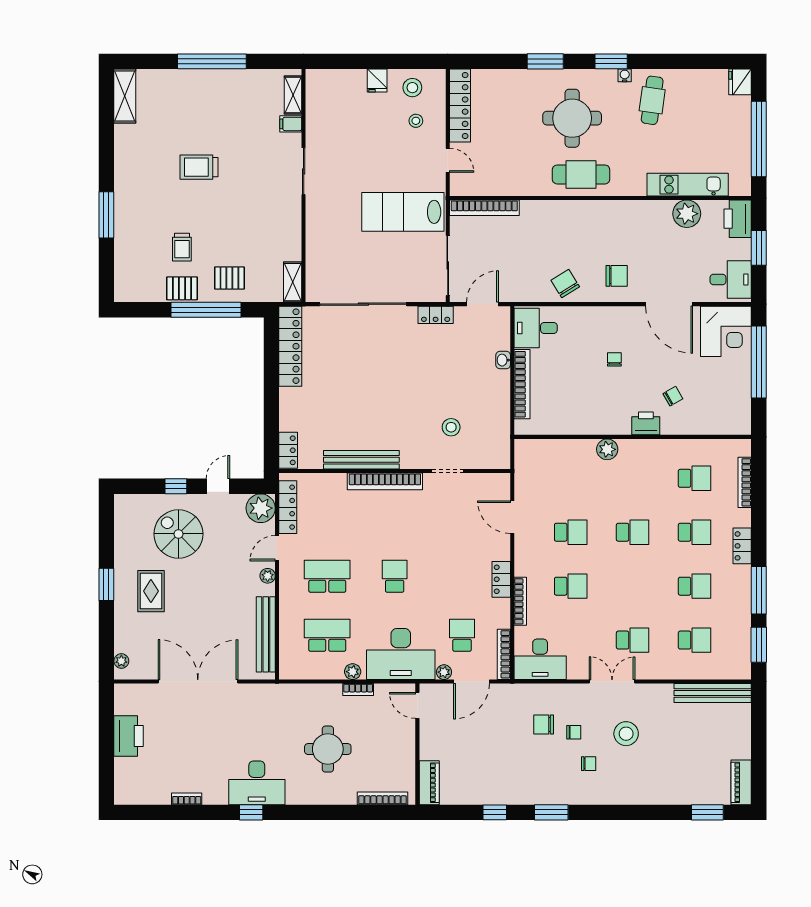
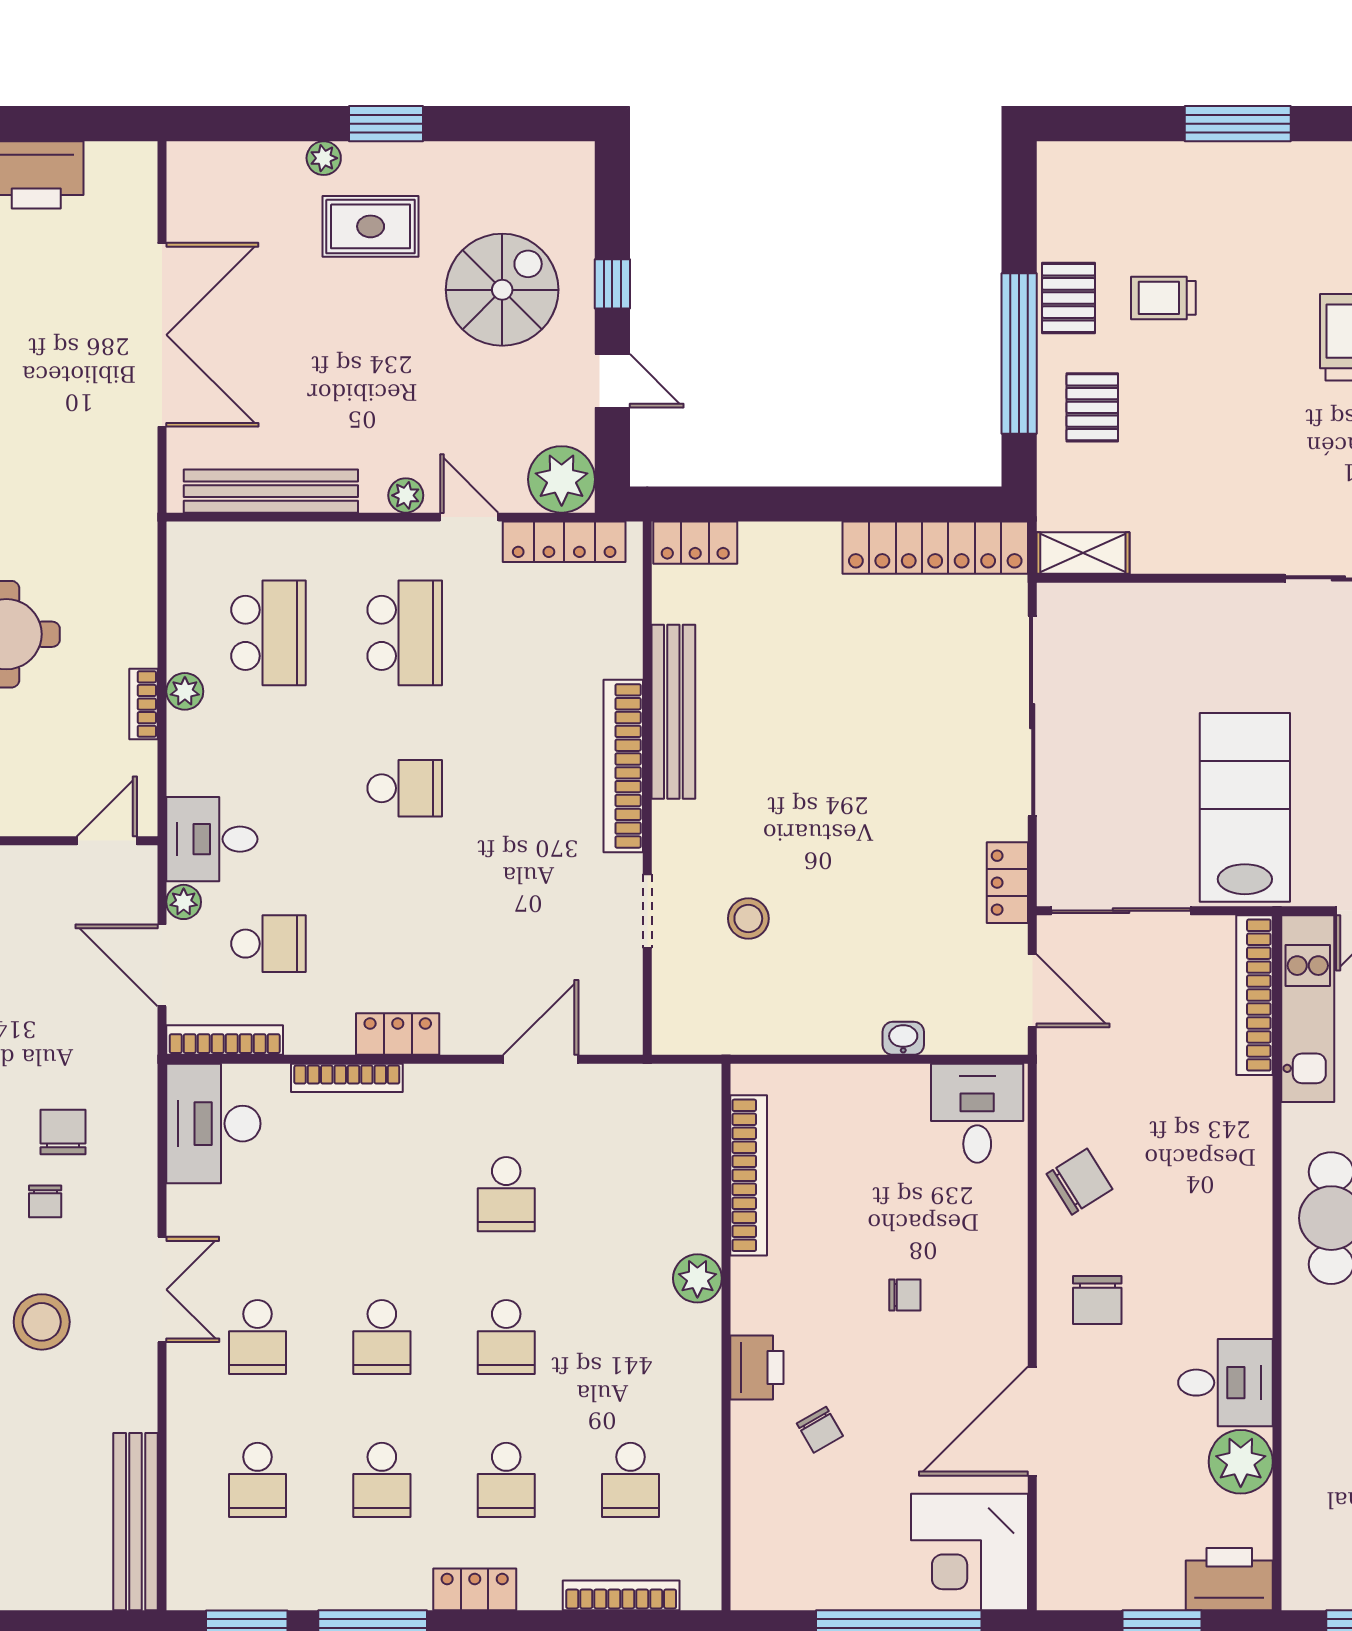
kitchen unit: (688, 185) -> (1308, 1009), moved
desk: (731, 279) -> (1225, 1383), moved, turned -90
bookcase: (522, 384) -> (749, 1175), moved, turned -90
school desk: (571, 586) -> (382, 1337), moved
desk: (401, 654) -> (212, 839), width x0.53, depth x0.77
plant: (121, 661) -> (324, 158), moved

